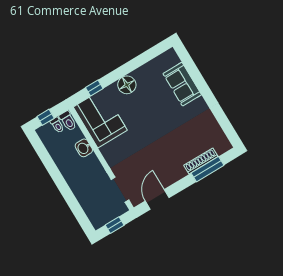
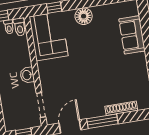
washbasin: (84, 148) -> (27, 75), moved
window: (207, 169) -> (102, 121), moved

